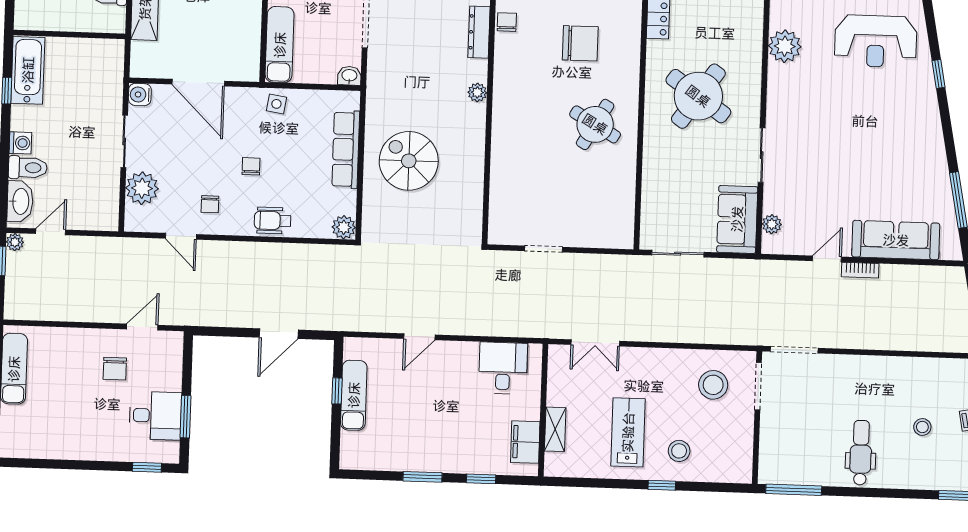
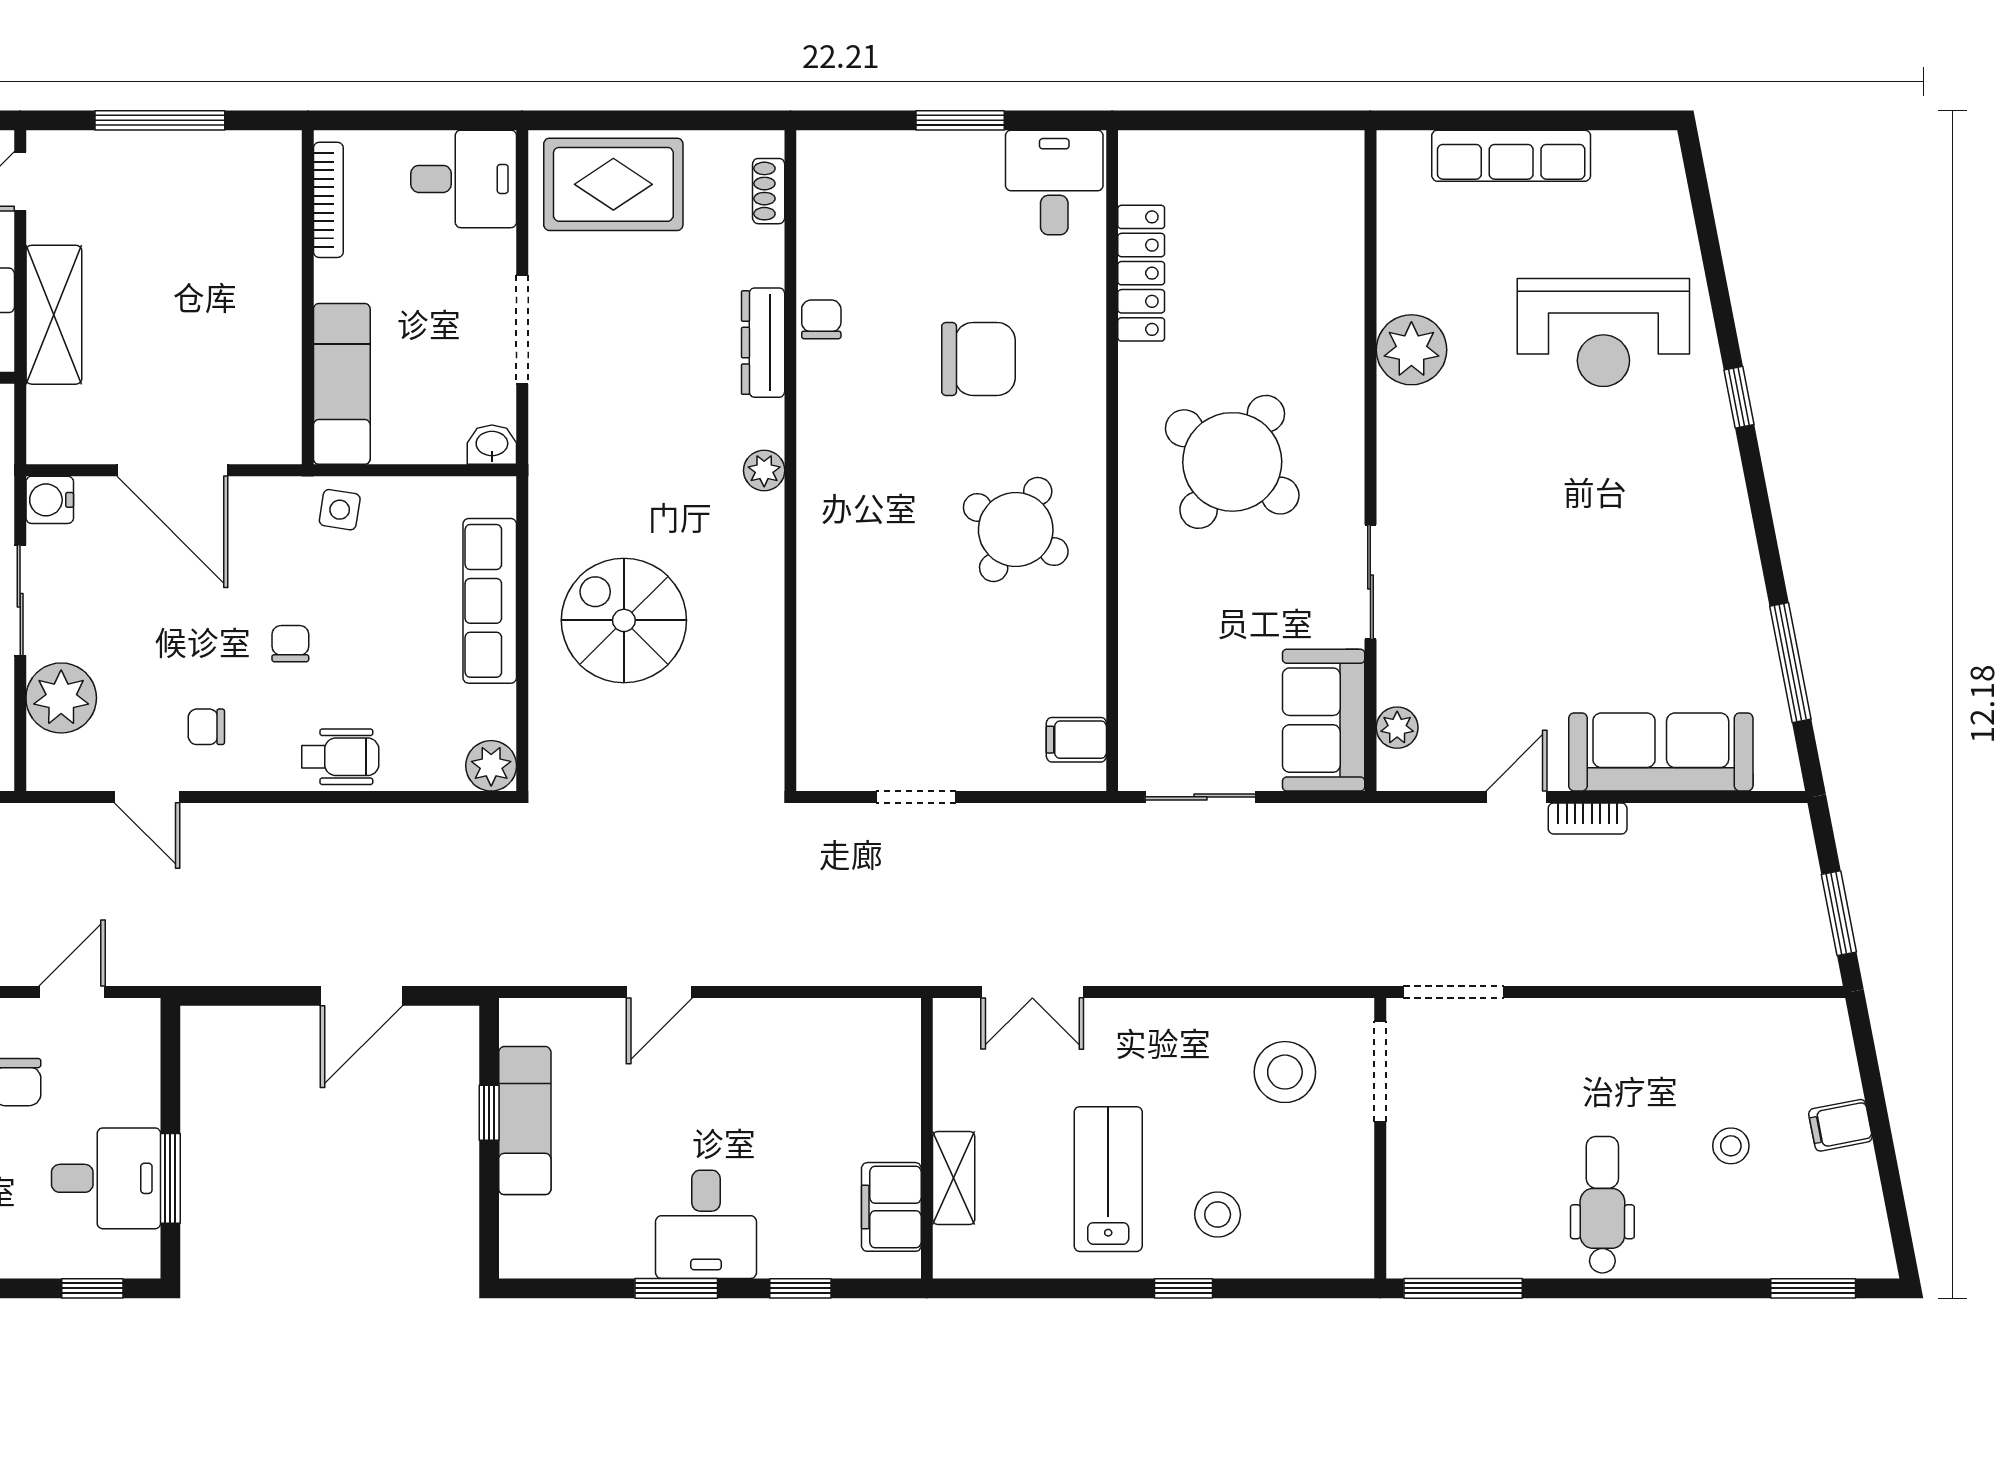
chair: (210, 204) -> (206, 727), turned 90
wheelchair: (273, 221) -> (340, 757), turned 180
filing cabinet: (620, 225) -> (1076, 740), added
desk: (503, 368) -> (706, 1224), moved, turned 180

